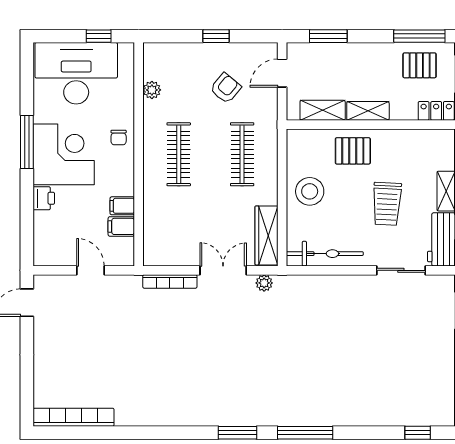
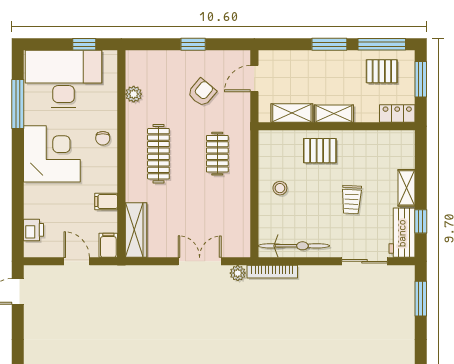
window: (328, 36) -> (329, 44), moved
window: (27, 142) -> (18, 104), moved
clothes rail: (242, 154) -> (217, 154), width x0.73
stool: (310, 191) -> (280, 188), width x0.53, depth x0.53
printer: (44, 198) -> (33, 230), moved
trolley: (387, 204) -> (351, 200), width x0.73, depth x0.72
filing cabinet: (121, 226) -> (108, 245), moved, turned 90
wardrobe: (266, 235) -> (136, 230), moved, turned 180
bookcase: (170, 281) -> (272, 272), moved

